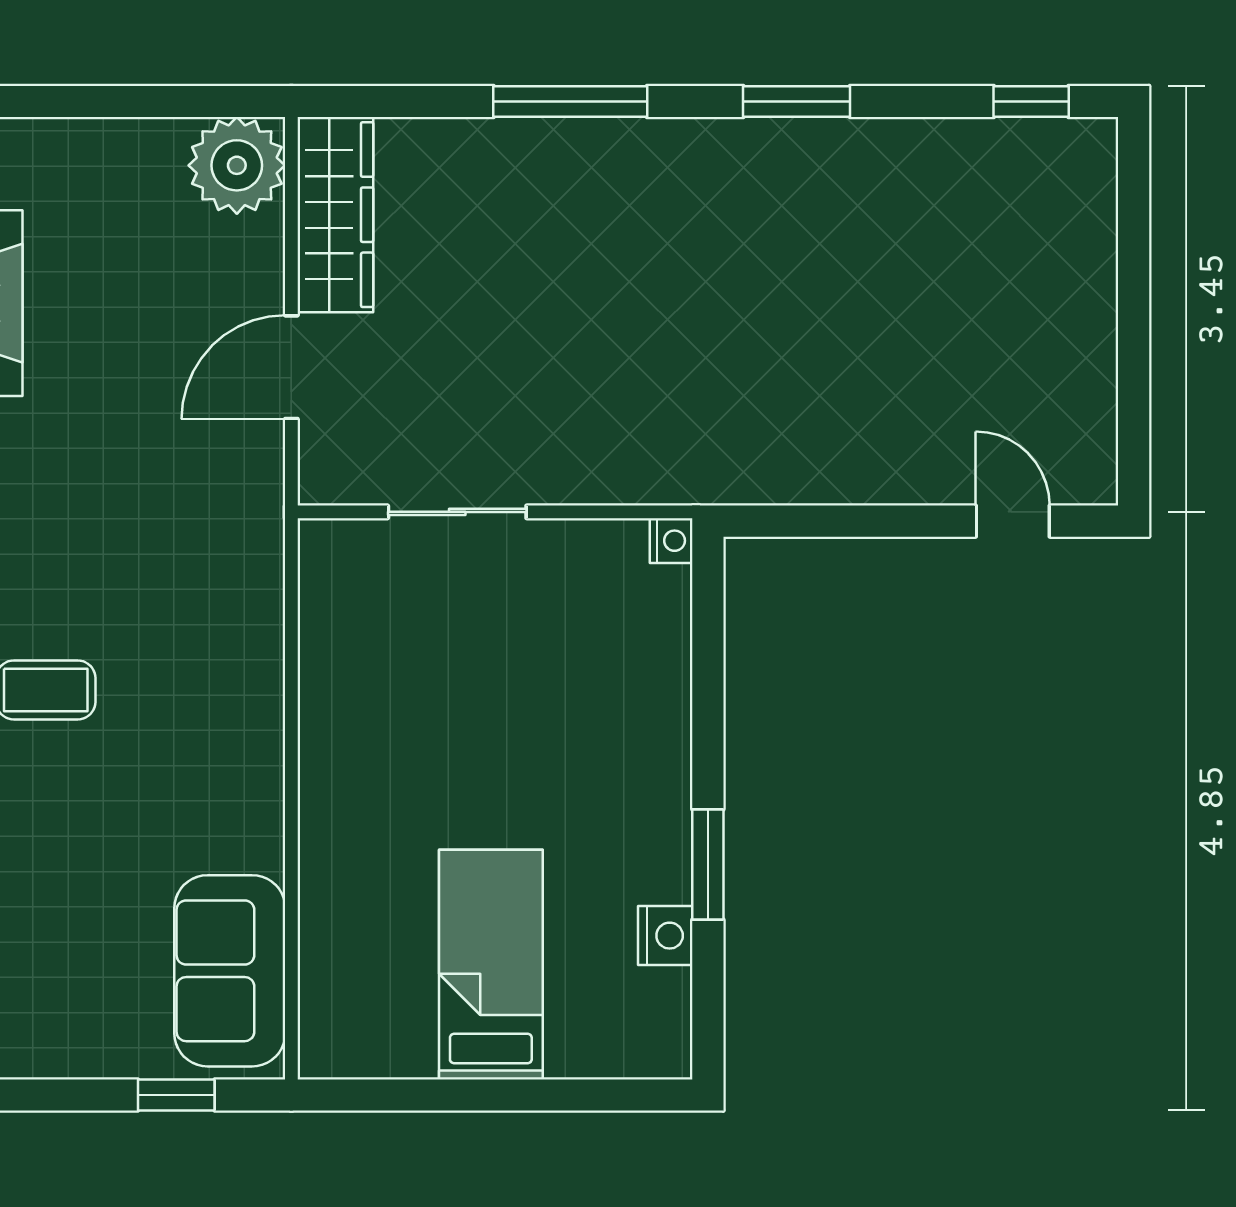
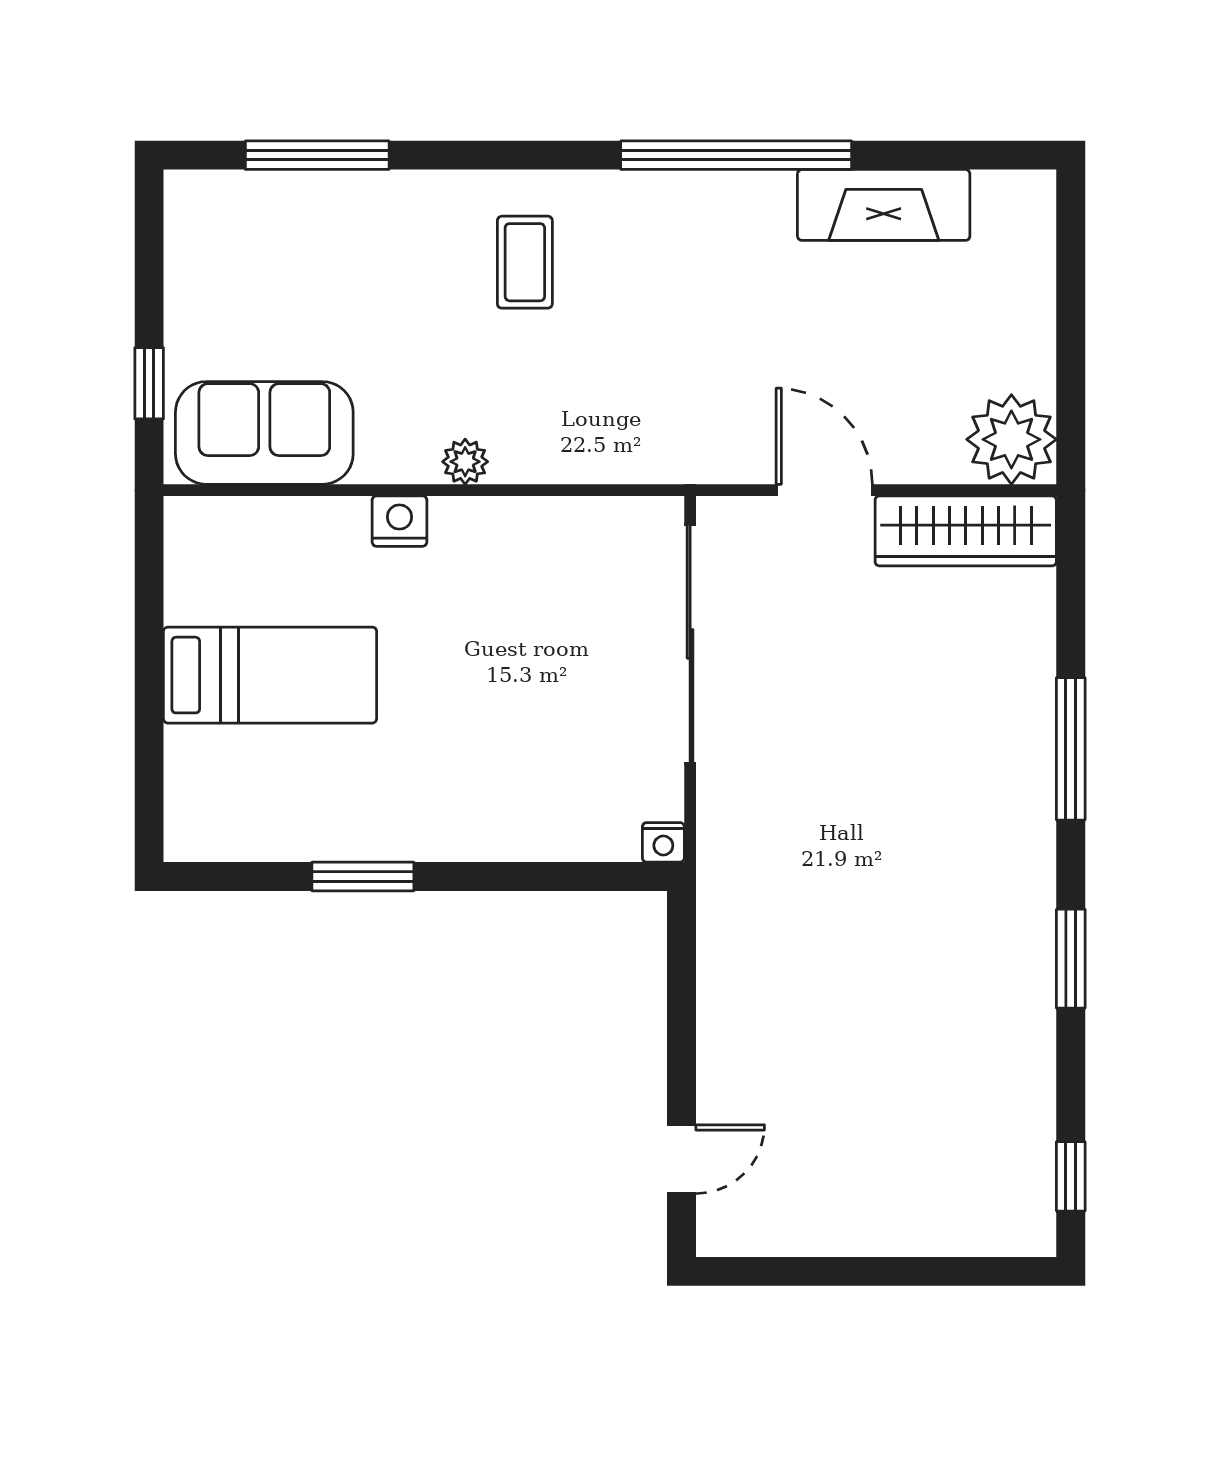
sliding door: (457, 512) -> (690, 644), width x1.86
plant: (261, 754) -> (465, 462), added
nightstand: (665, 936) -> (399, 521), moved, turned 180

